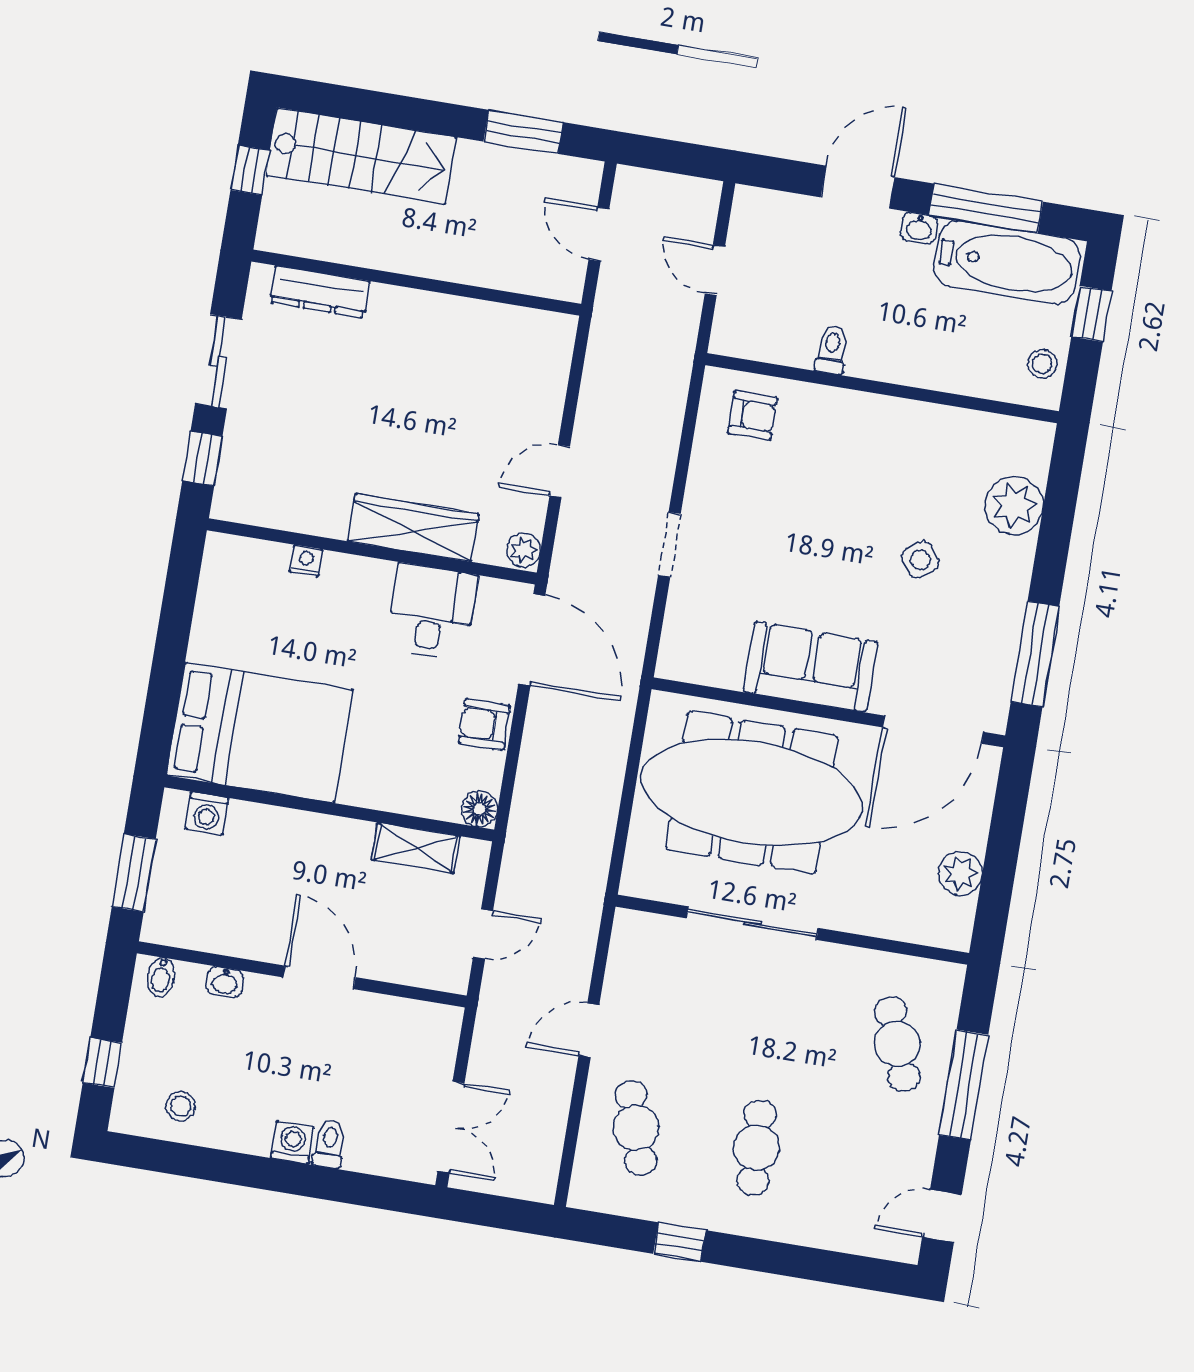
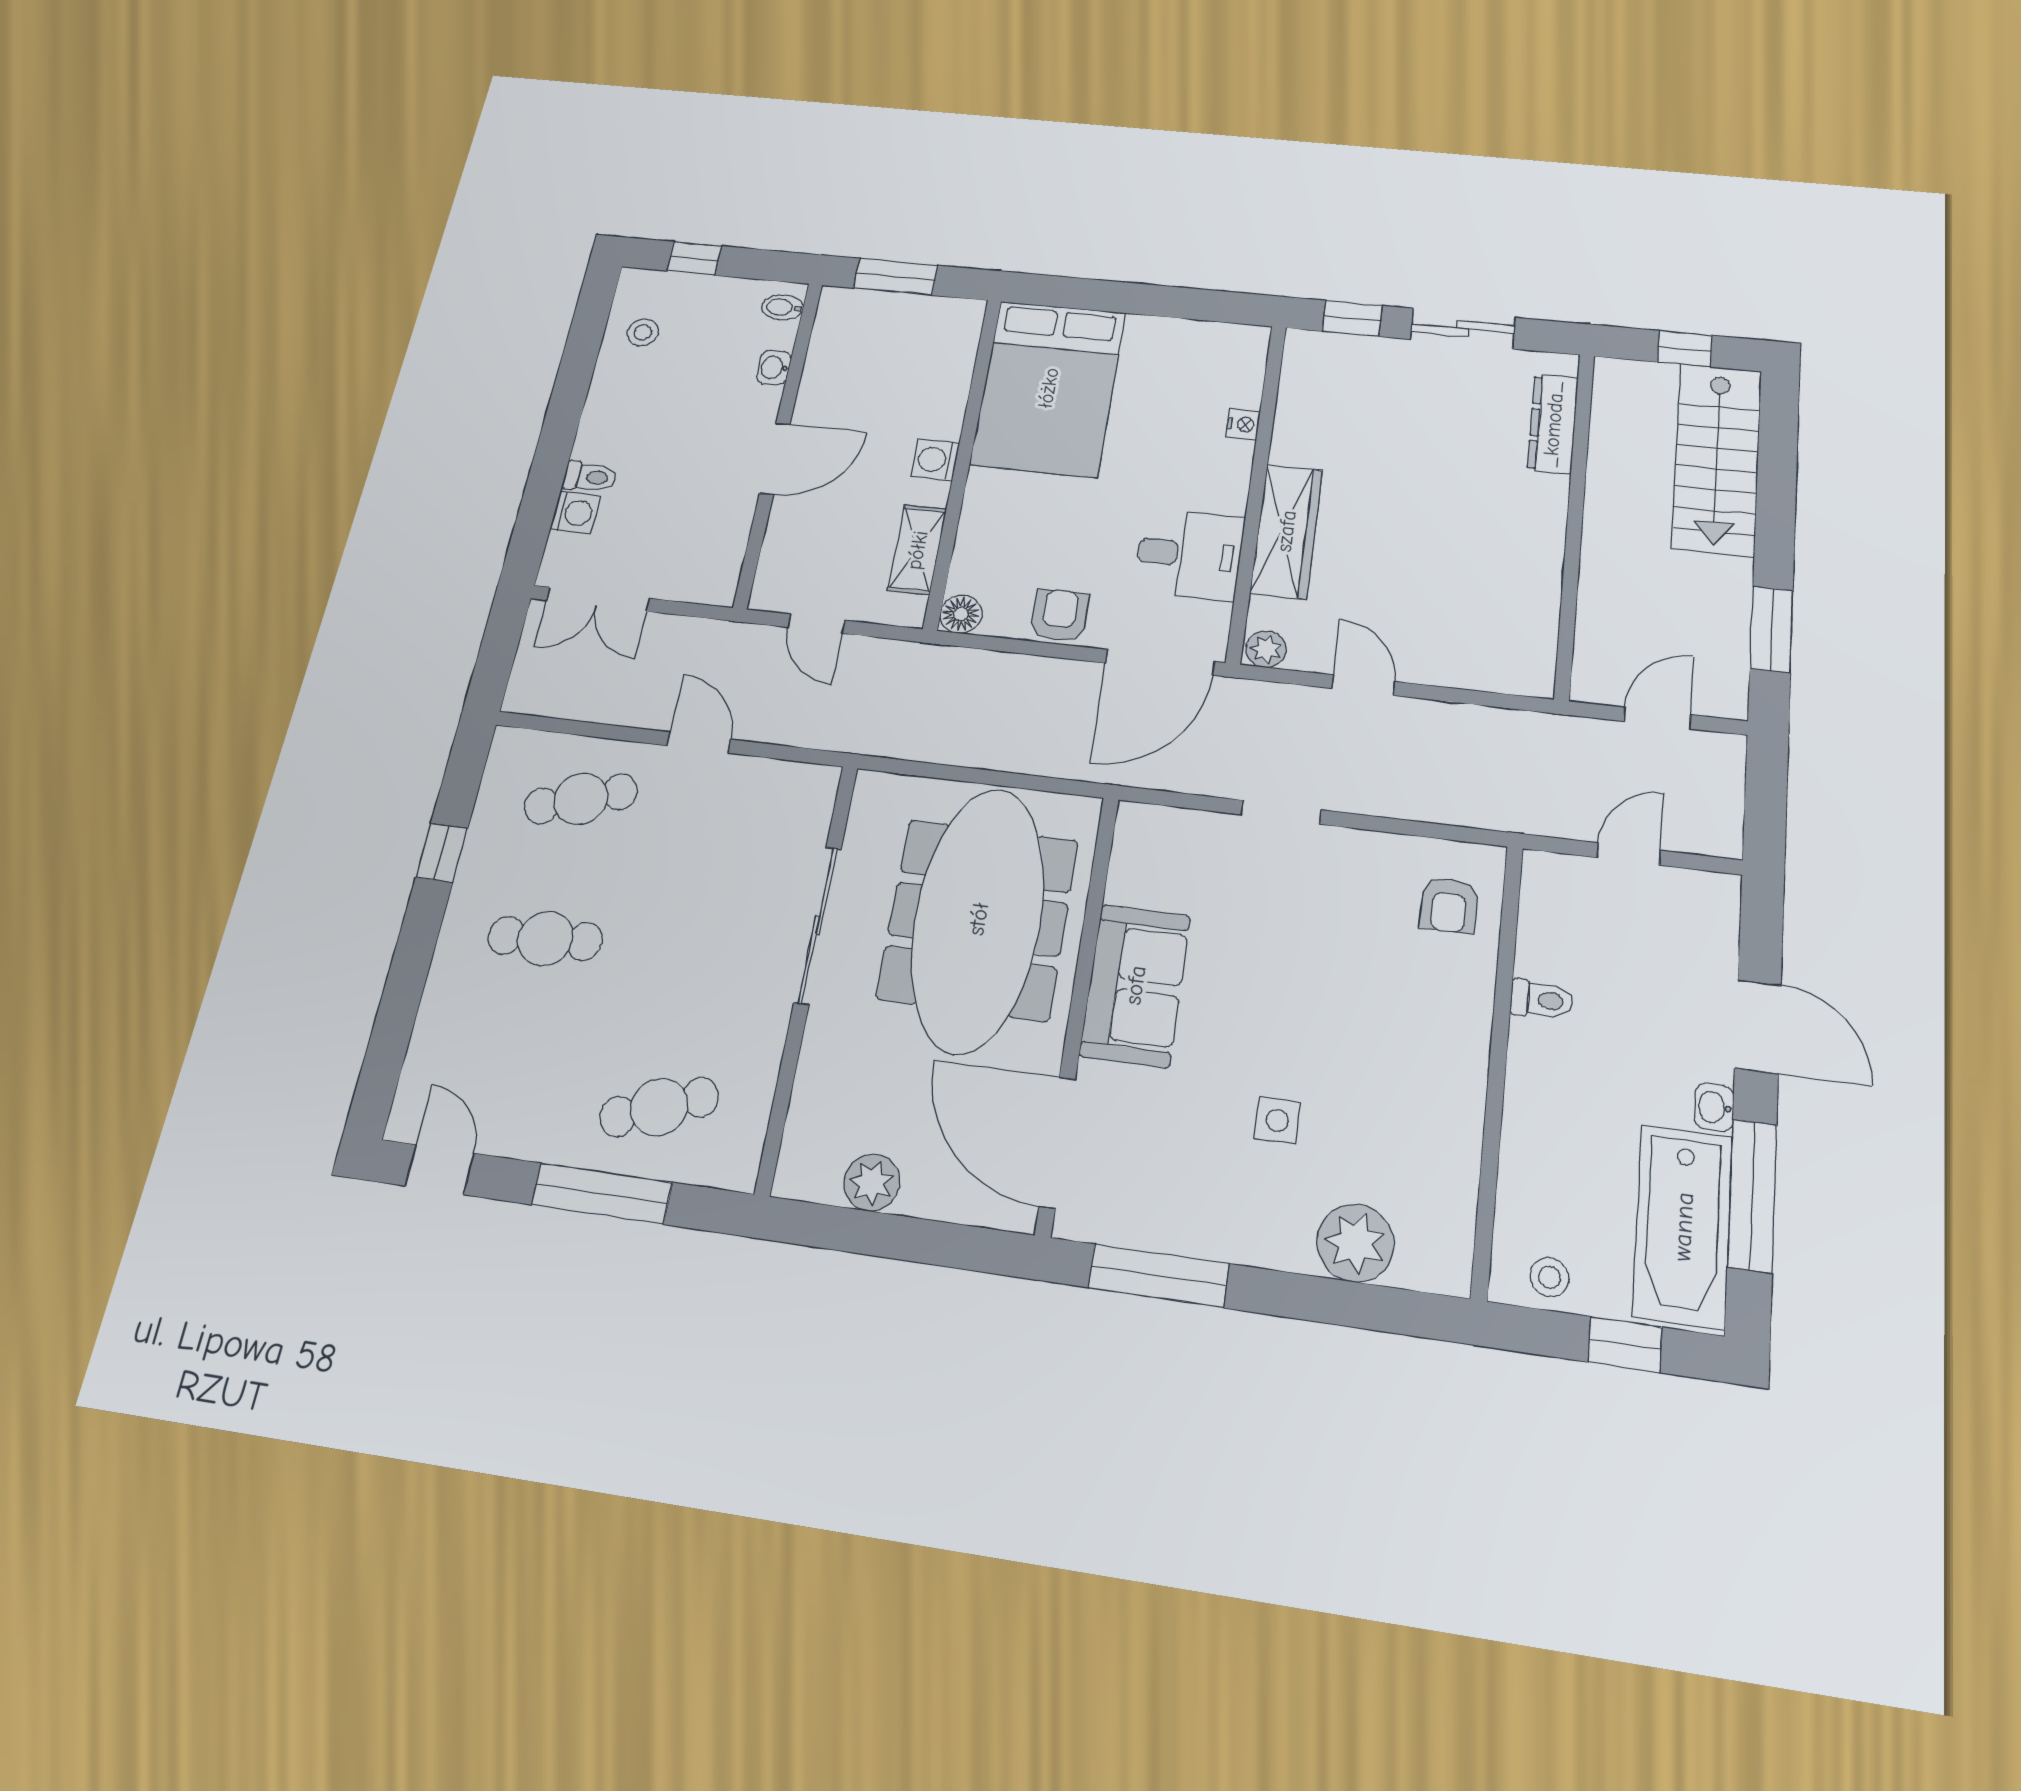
side table: (920, 560) -> (1277, 1120), turned 36
washing machine: (207, 813) -> (935, 460), moved
washing machine: (292, 1143) -> (575, 513), moved

